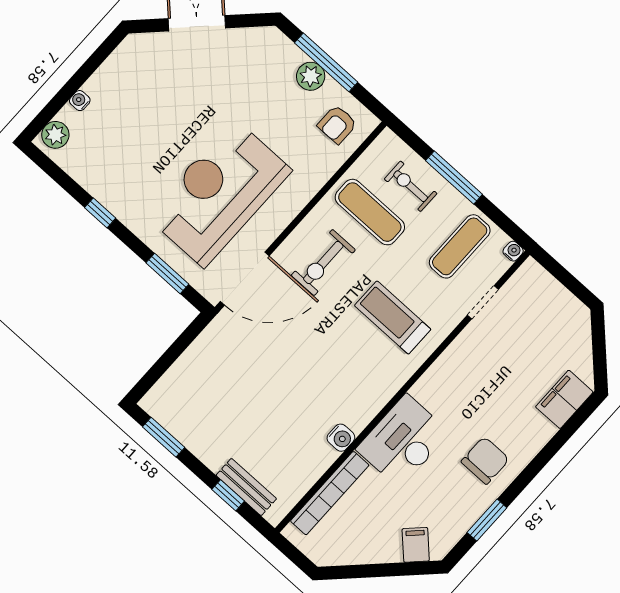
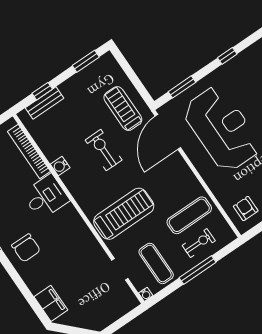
exercise bike: (323, 263) -> (104, 150), moved
treadmill: (393, 317) -> (124, 214), width x1.37, depth x1.38
treadmill: (225, 360) -> (123, 109), added
desk: (403, 441) -> (46, 197), width x0.73

